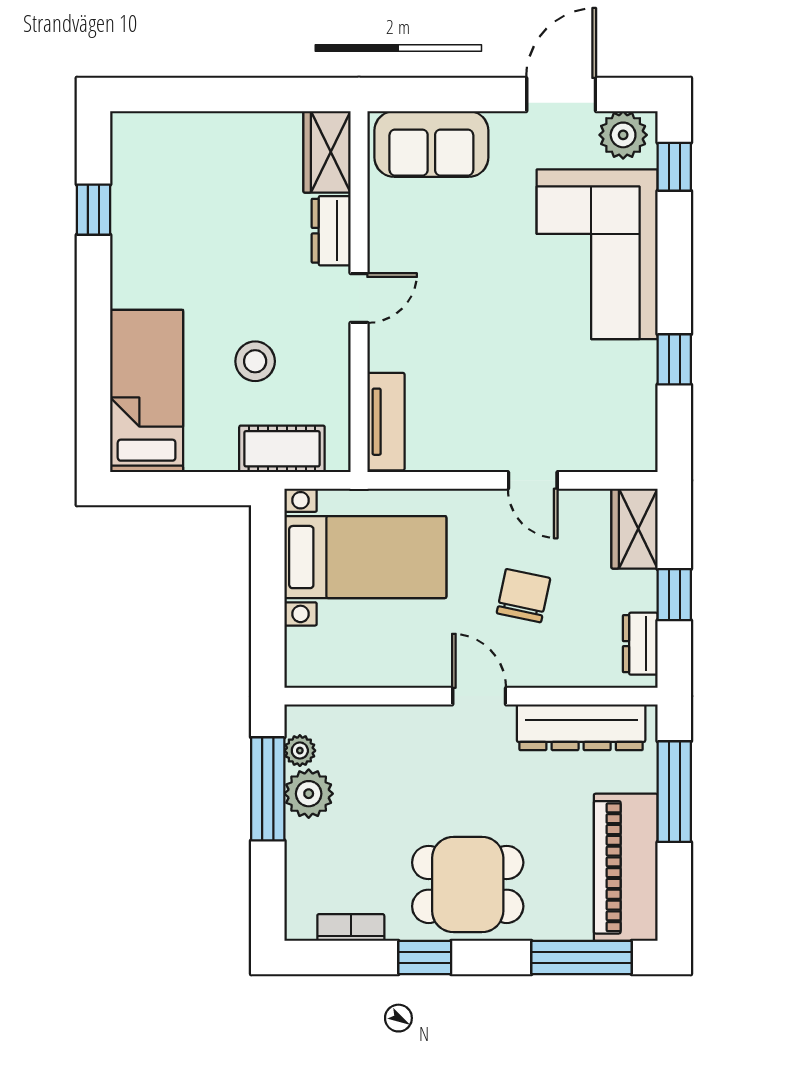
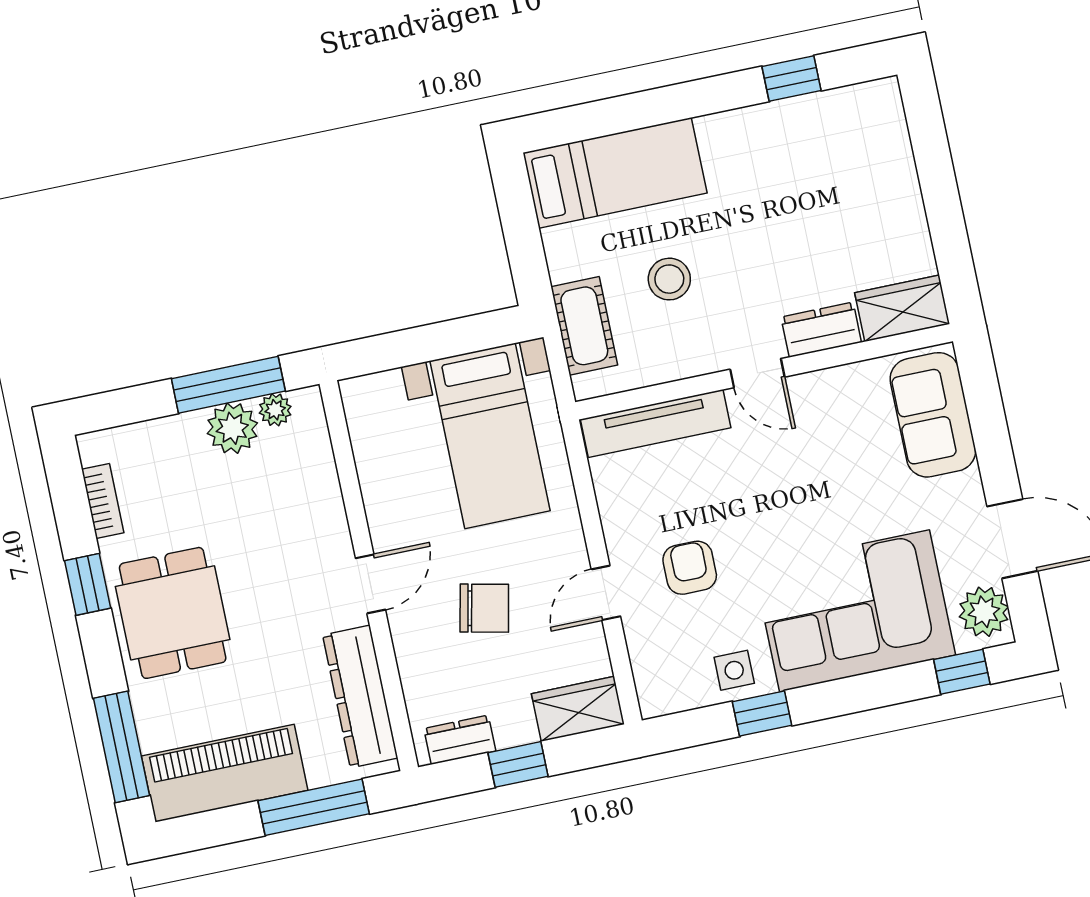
side table: (629, 377) -> (734, 670), added
armchair: (526, 398) -> (690, 568), added
tv unit: (386, 422) -> (656, 424), width x1.41

